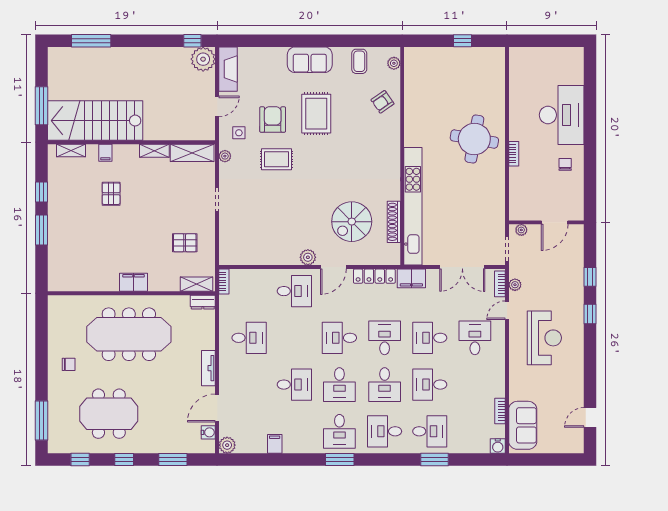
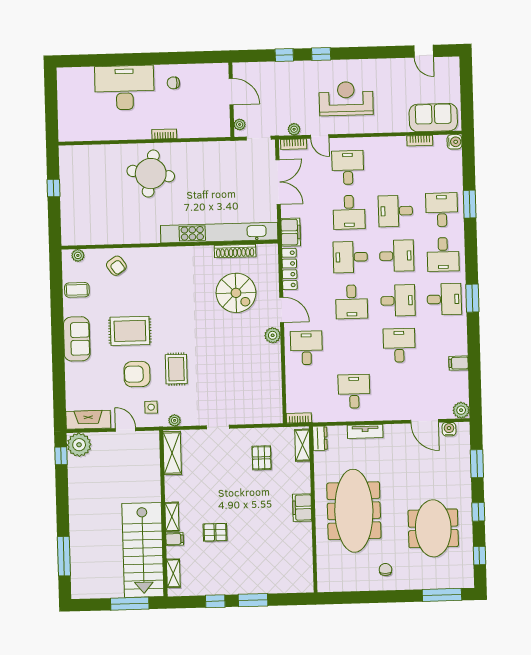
shelving: (154, 151) -> (172, 517), moved
desk: (475, 338) -> (348, 168), turned 90
tv unit: (208, 368) -> (365, 431), moved
desk: (430, 385) -> (395, 211), turned 90

